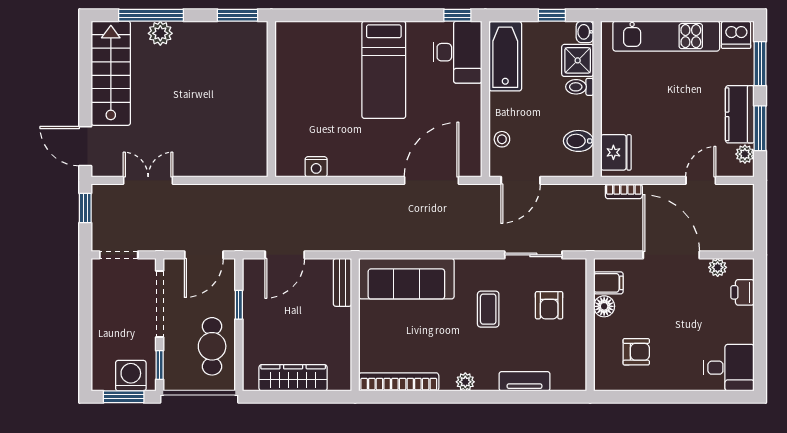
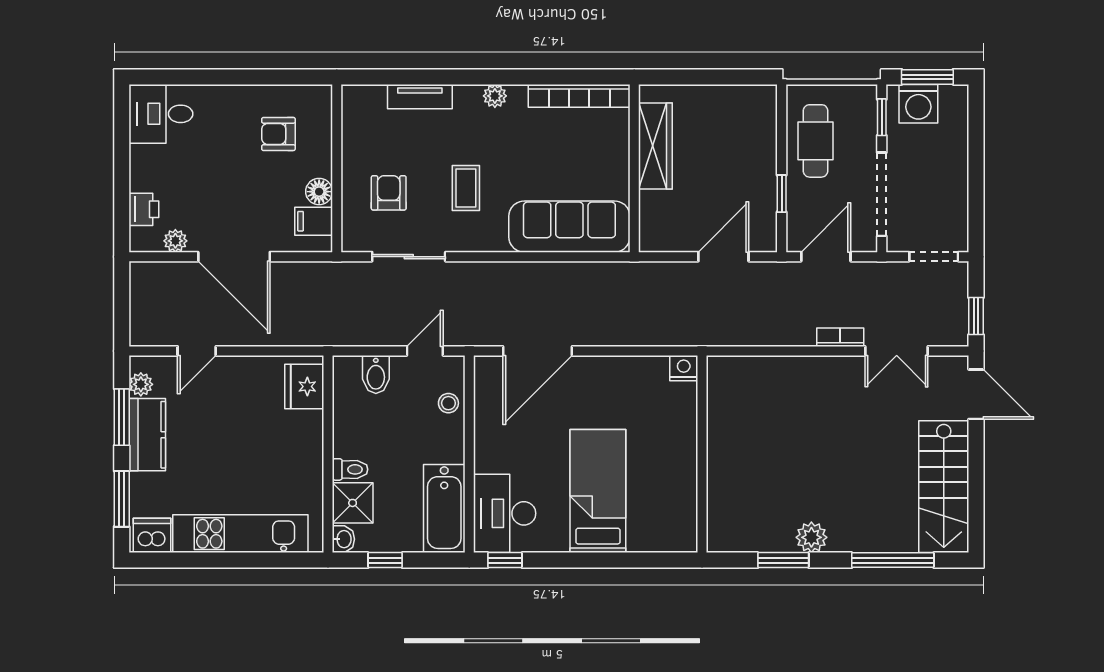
plant: (160, 33) -> (811, 537), moved
wall: (271, 99) -> (702, 454), moved
bidet: (578, 141) -> (376, 375), moved, turned 90
door: (521, 180) -> (425, 351), width x0.73
bookcase: (624, 191) -> (840, 337), moved
bench: (342, 282) -> (650, 222), removed
wardrobe: (293, 378) -> (655, 146), moved, turned -90

